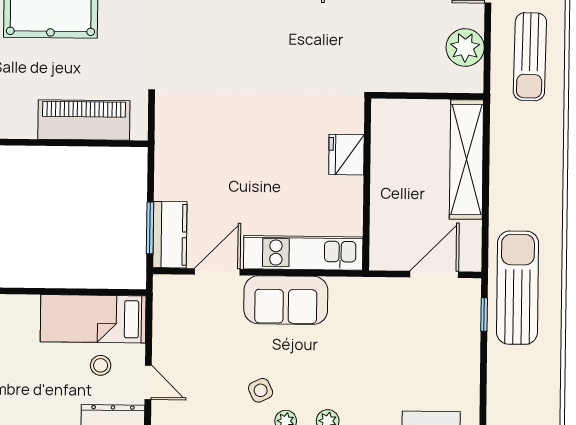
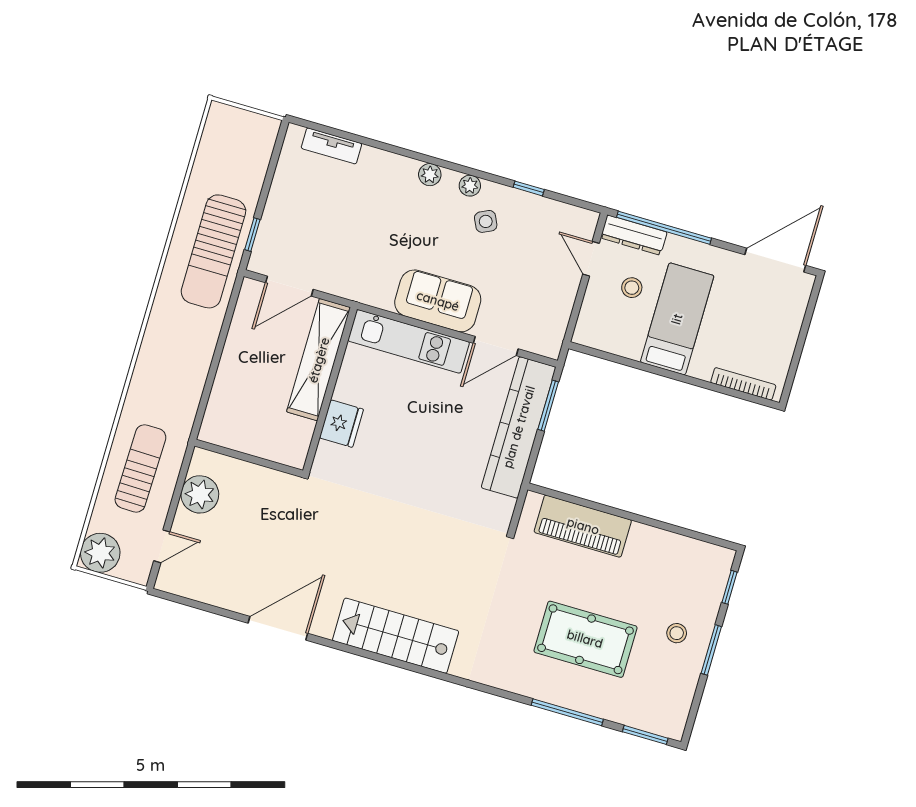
shelving: (466, 159) -> (319, 360), moved
kitchen counter: (170, 235) -> (519, 427), width x2.08, depth x1.17
bed: (93, 319) -> (677, 319), moved, turned -90

